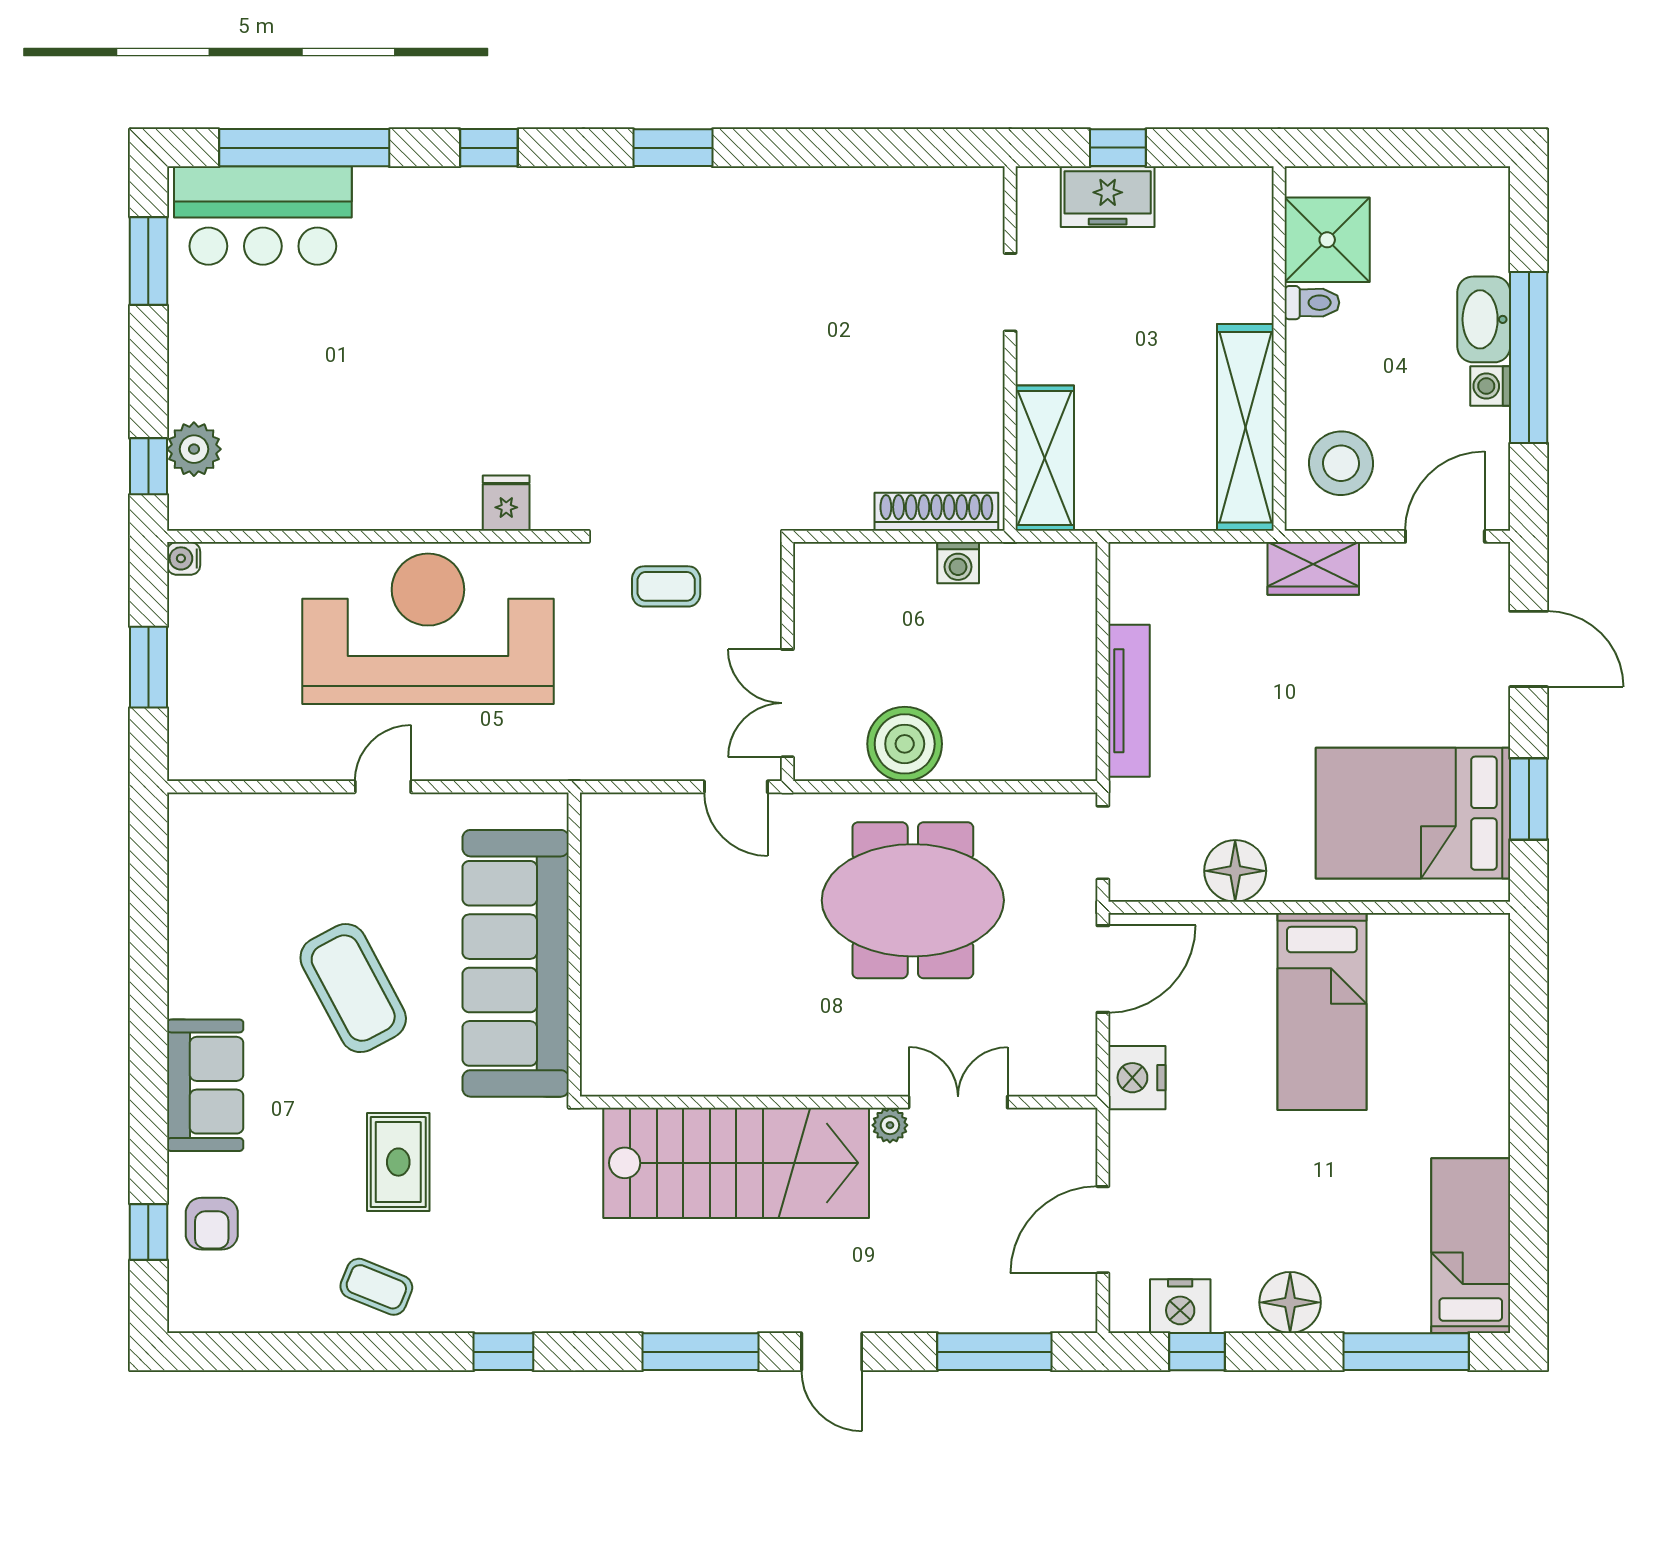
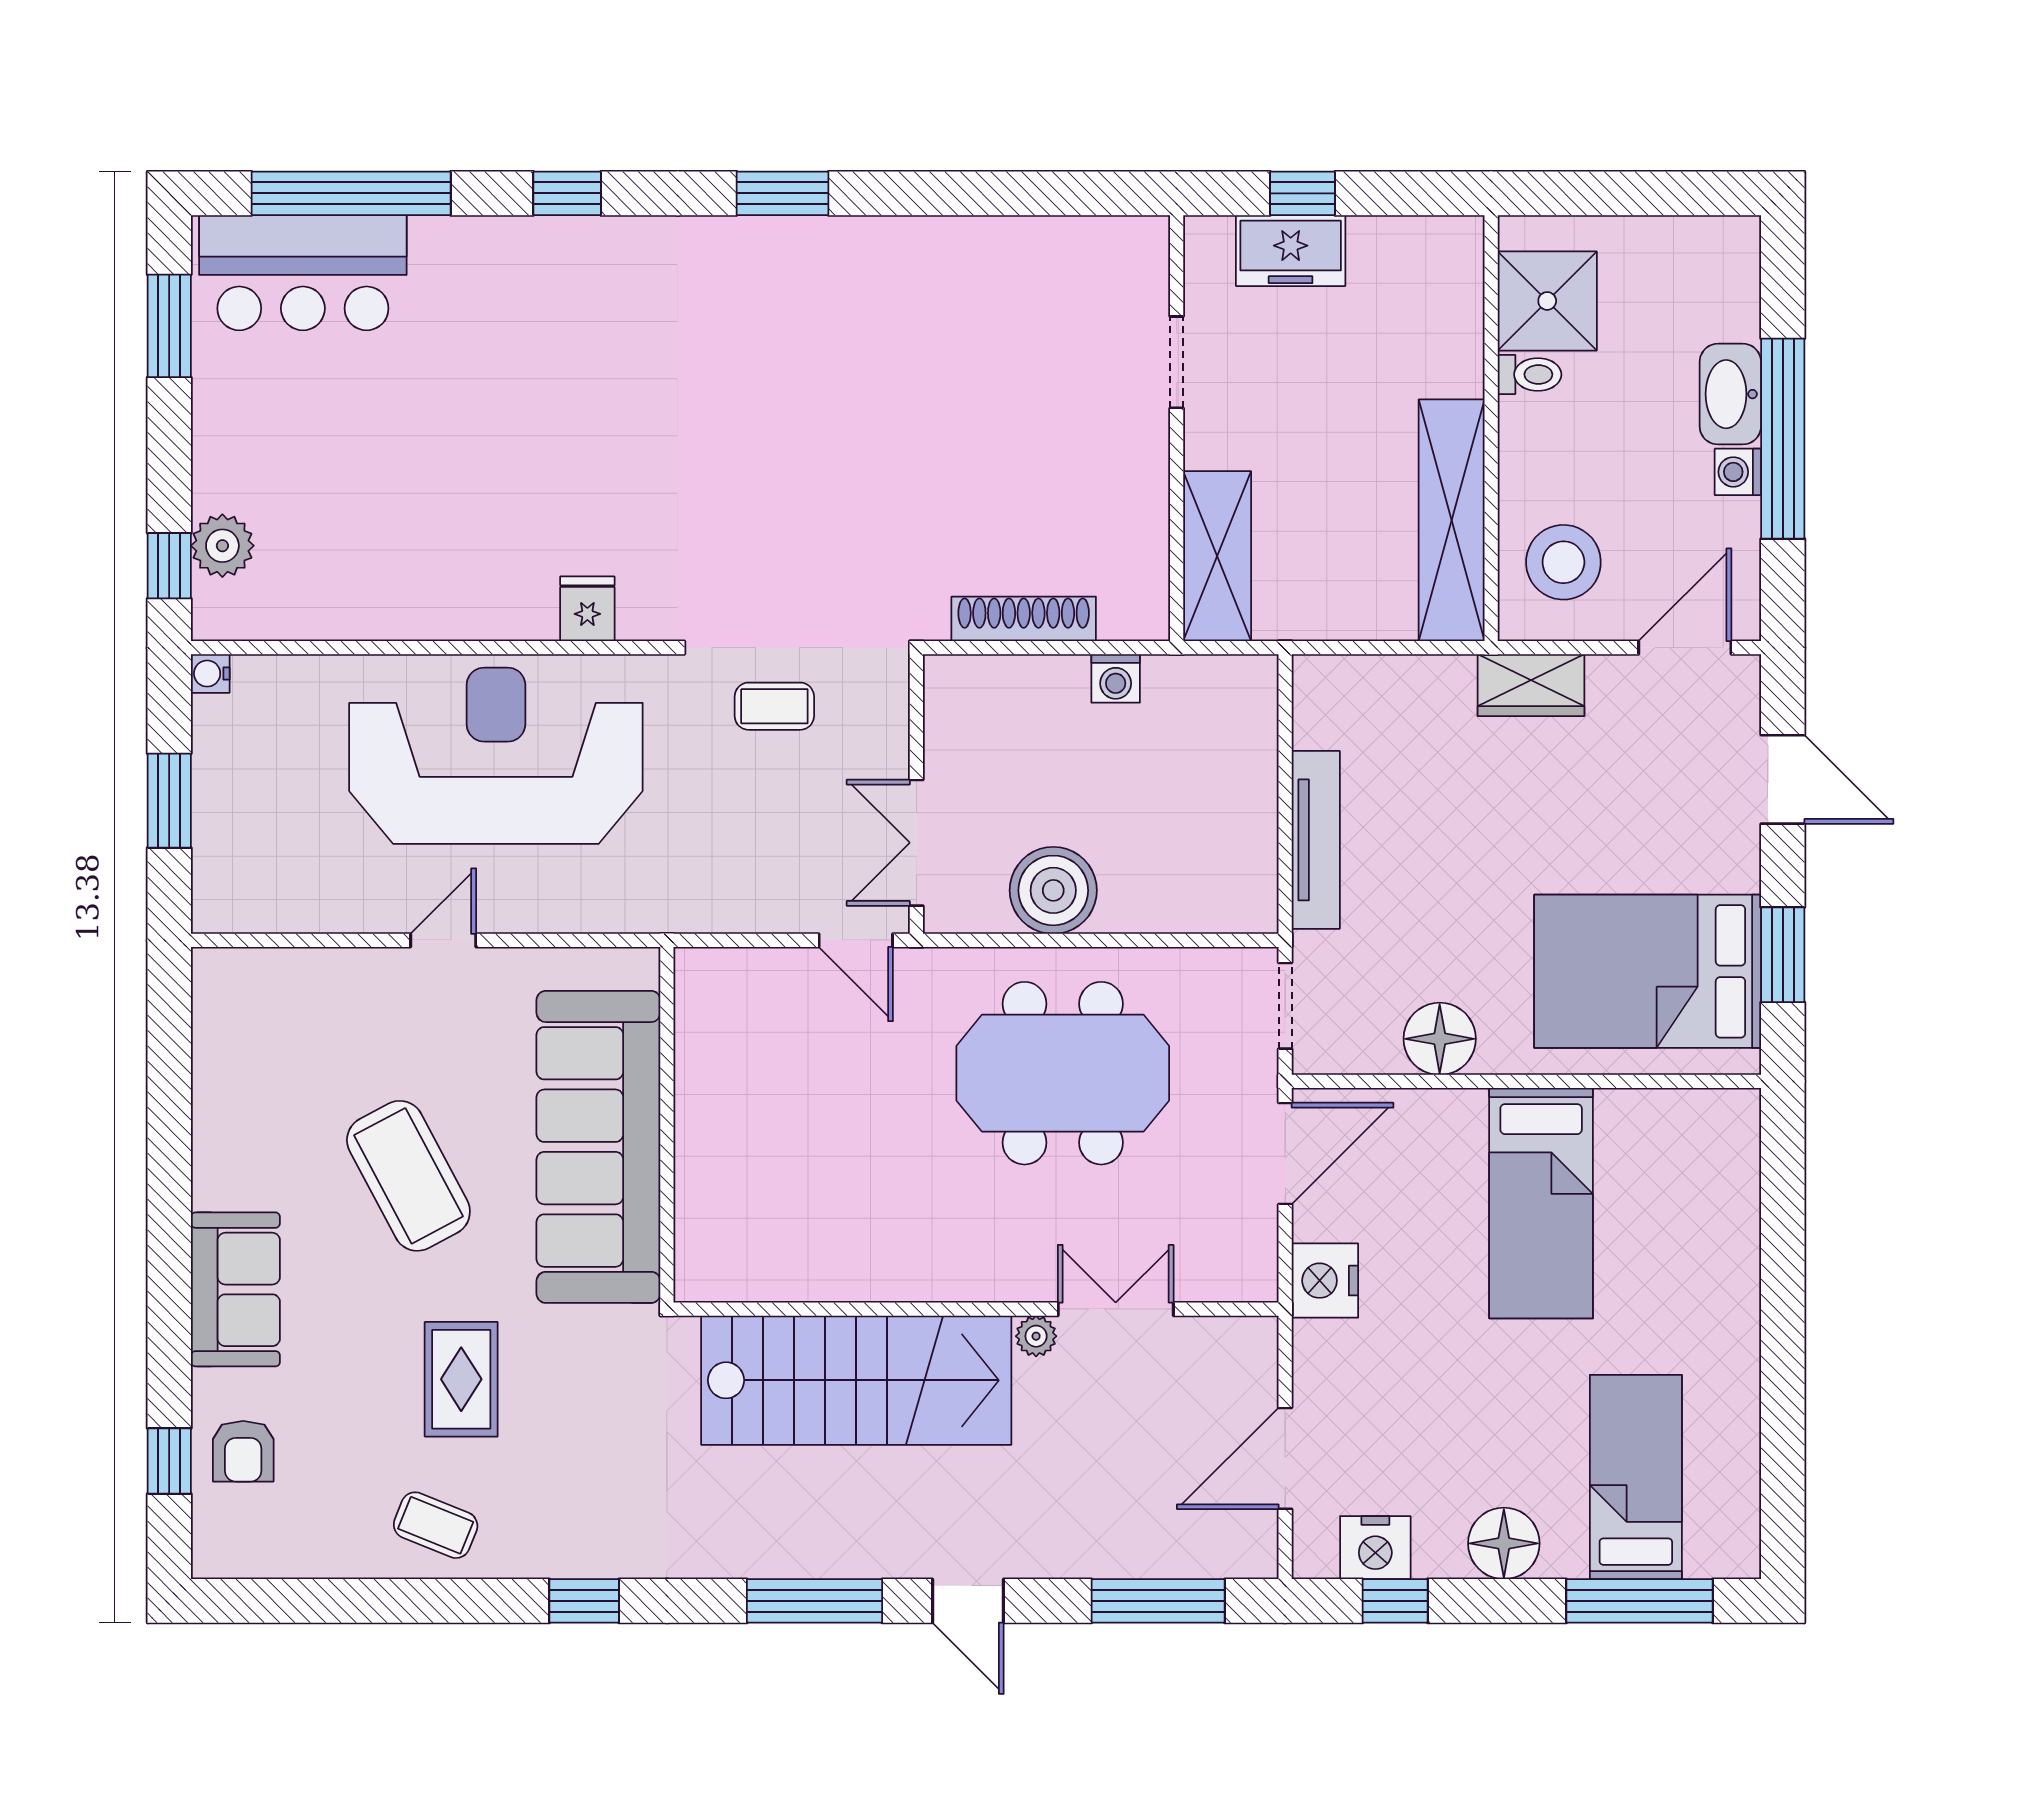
shoe rack: (936, 512) -> (1024, 619), moved
bed: (1471, 1246) -> (1636, 1477), moved

